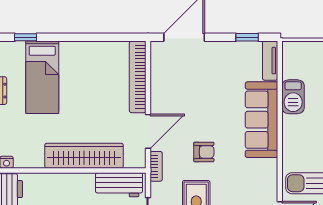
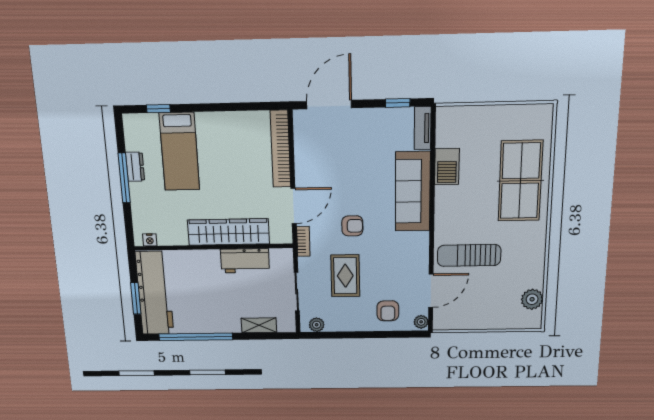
workbench: (119, 185) -> (245, 261), moved

